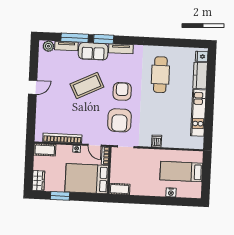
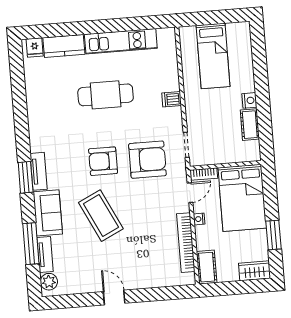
window: (104, 39) -> (26, 177), moved
cafe table: (160, 75) -> (106, 95), moved
cot: (119, 189) -> (250, 125), moved
nightstand: (171, 192) -> (249, 100), moved

